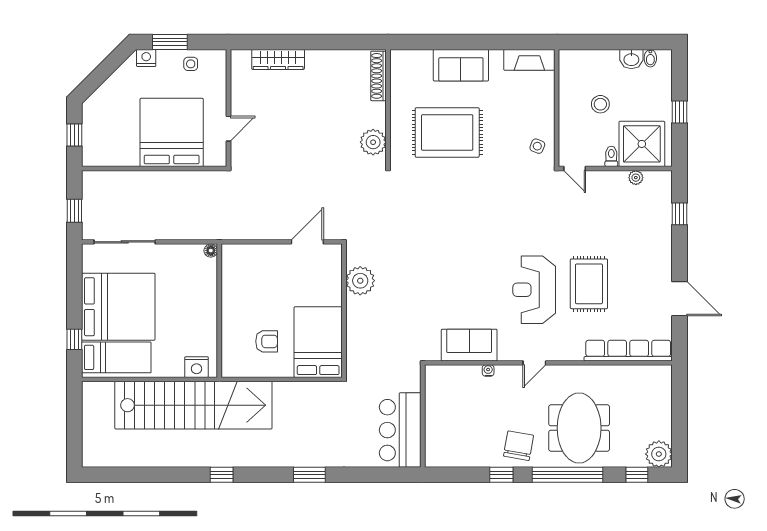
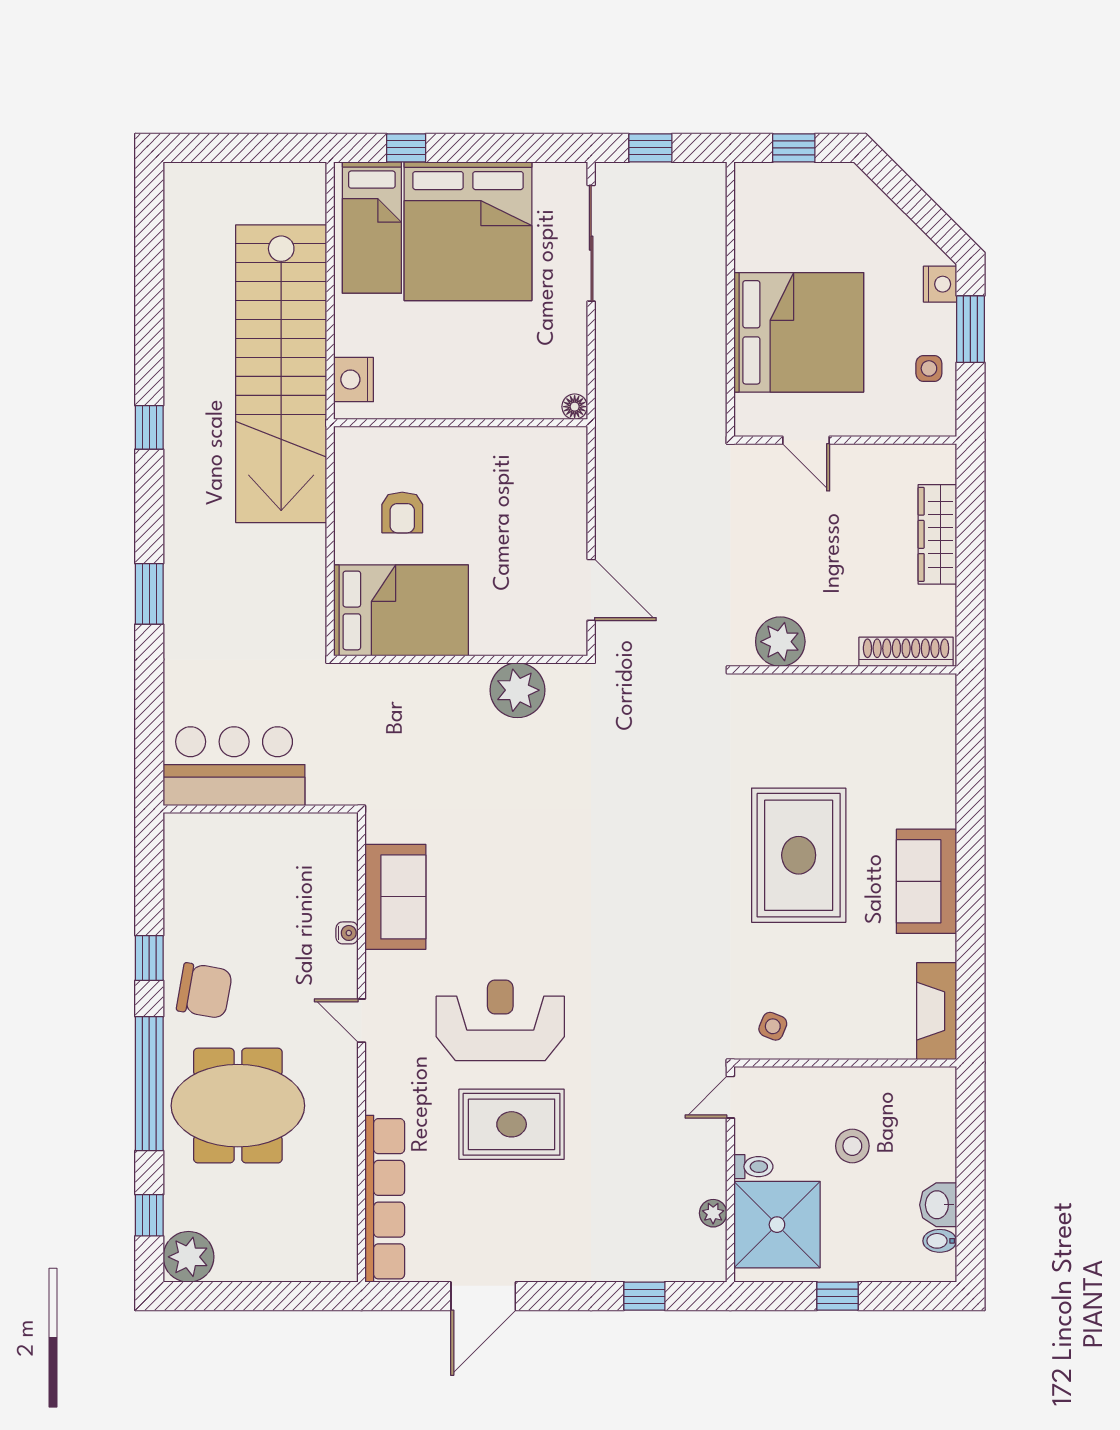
shoe rack: (378, 76) -> (906, 652), moved
wall: (388, 108) -> (845, 670), moved
plant: (373, 142) -> (780, 642), moved

